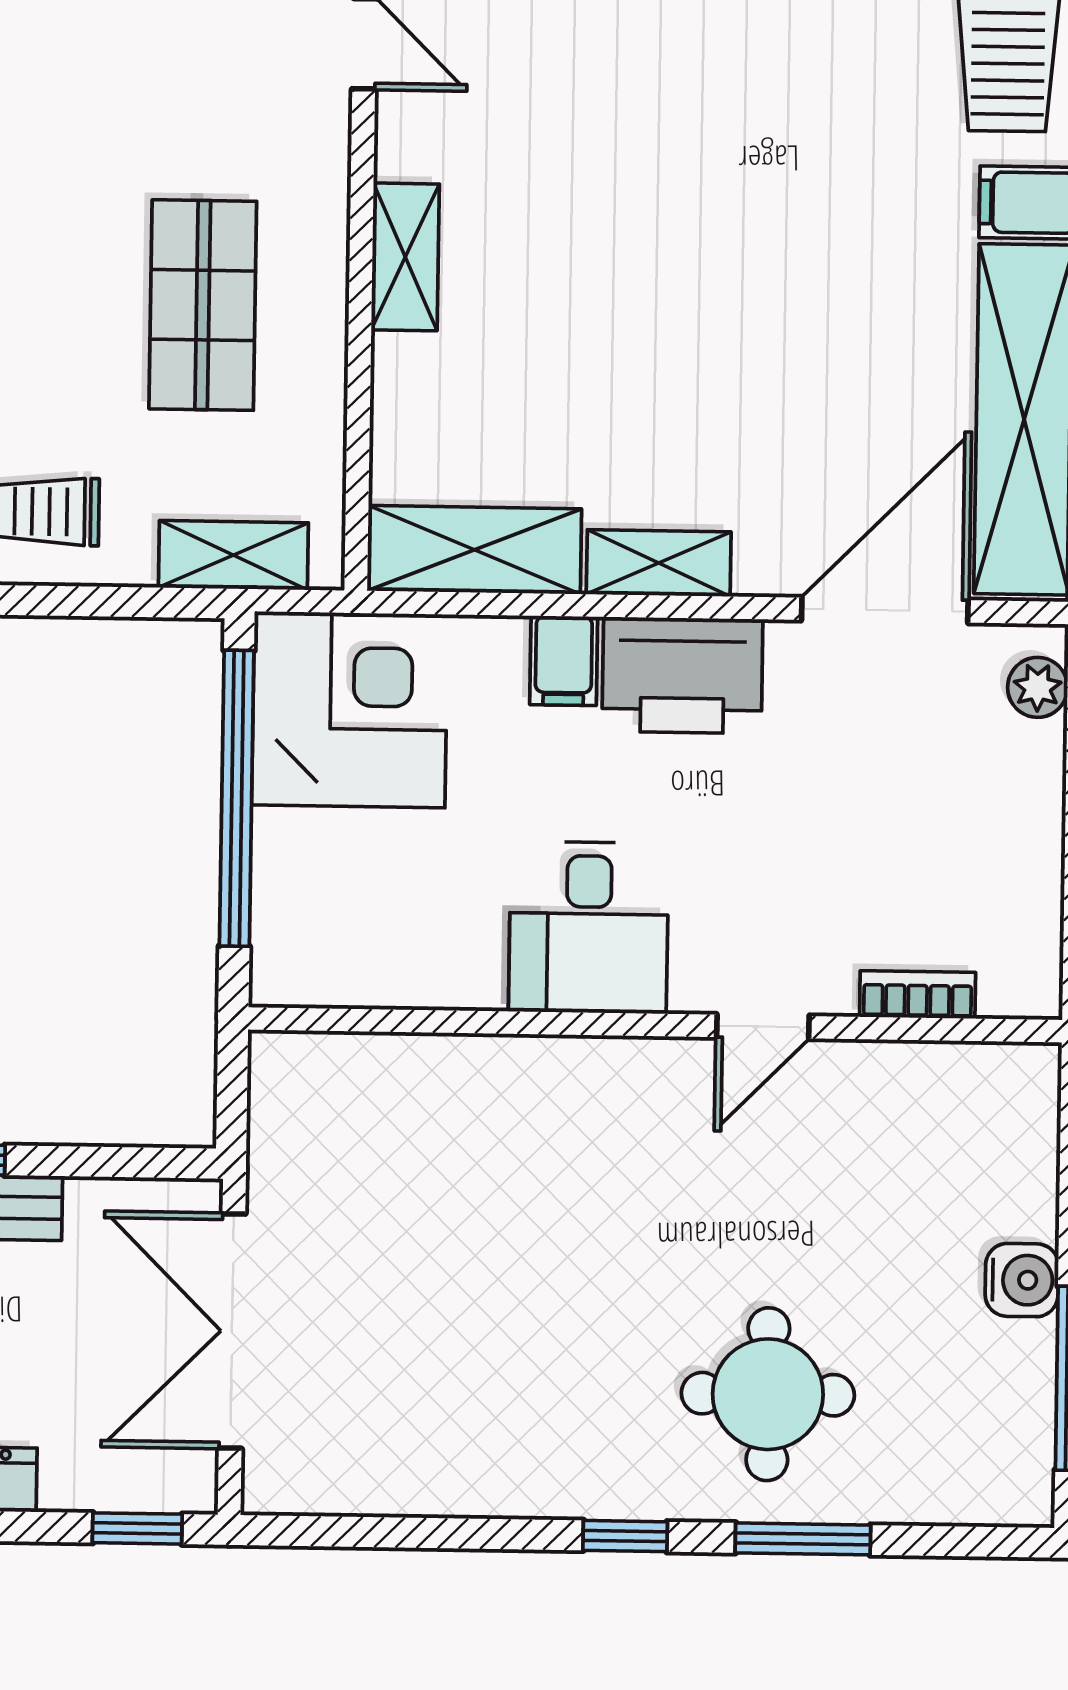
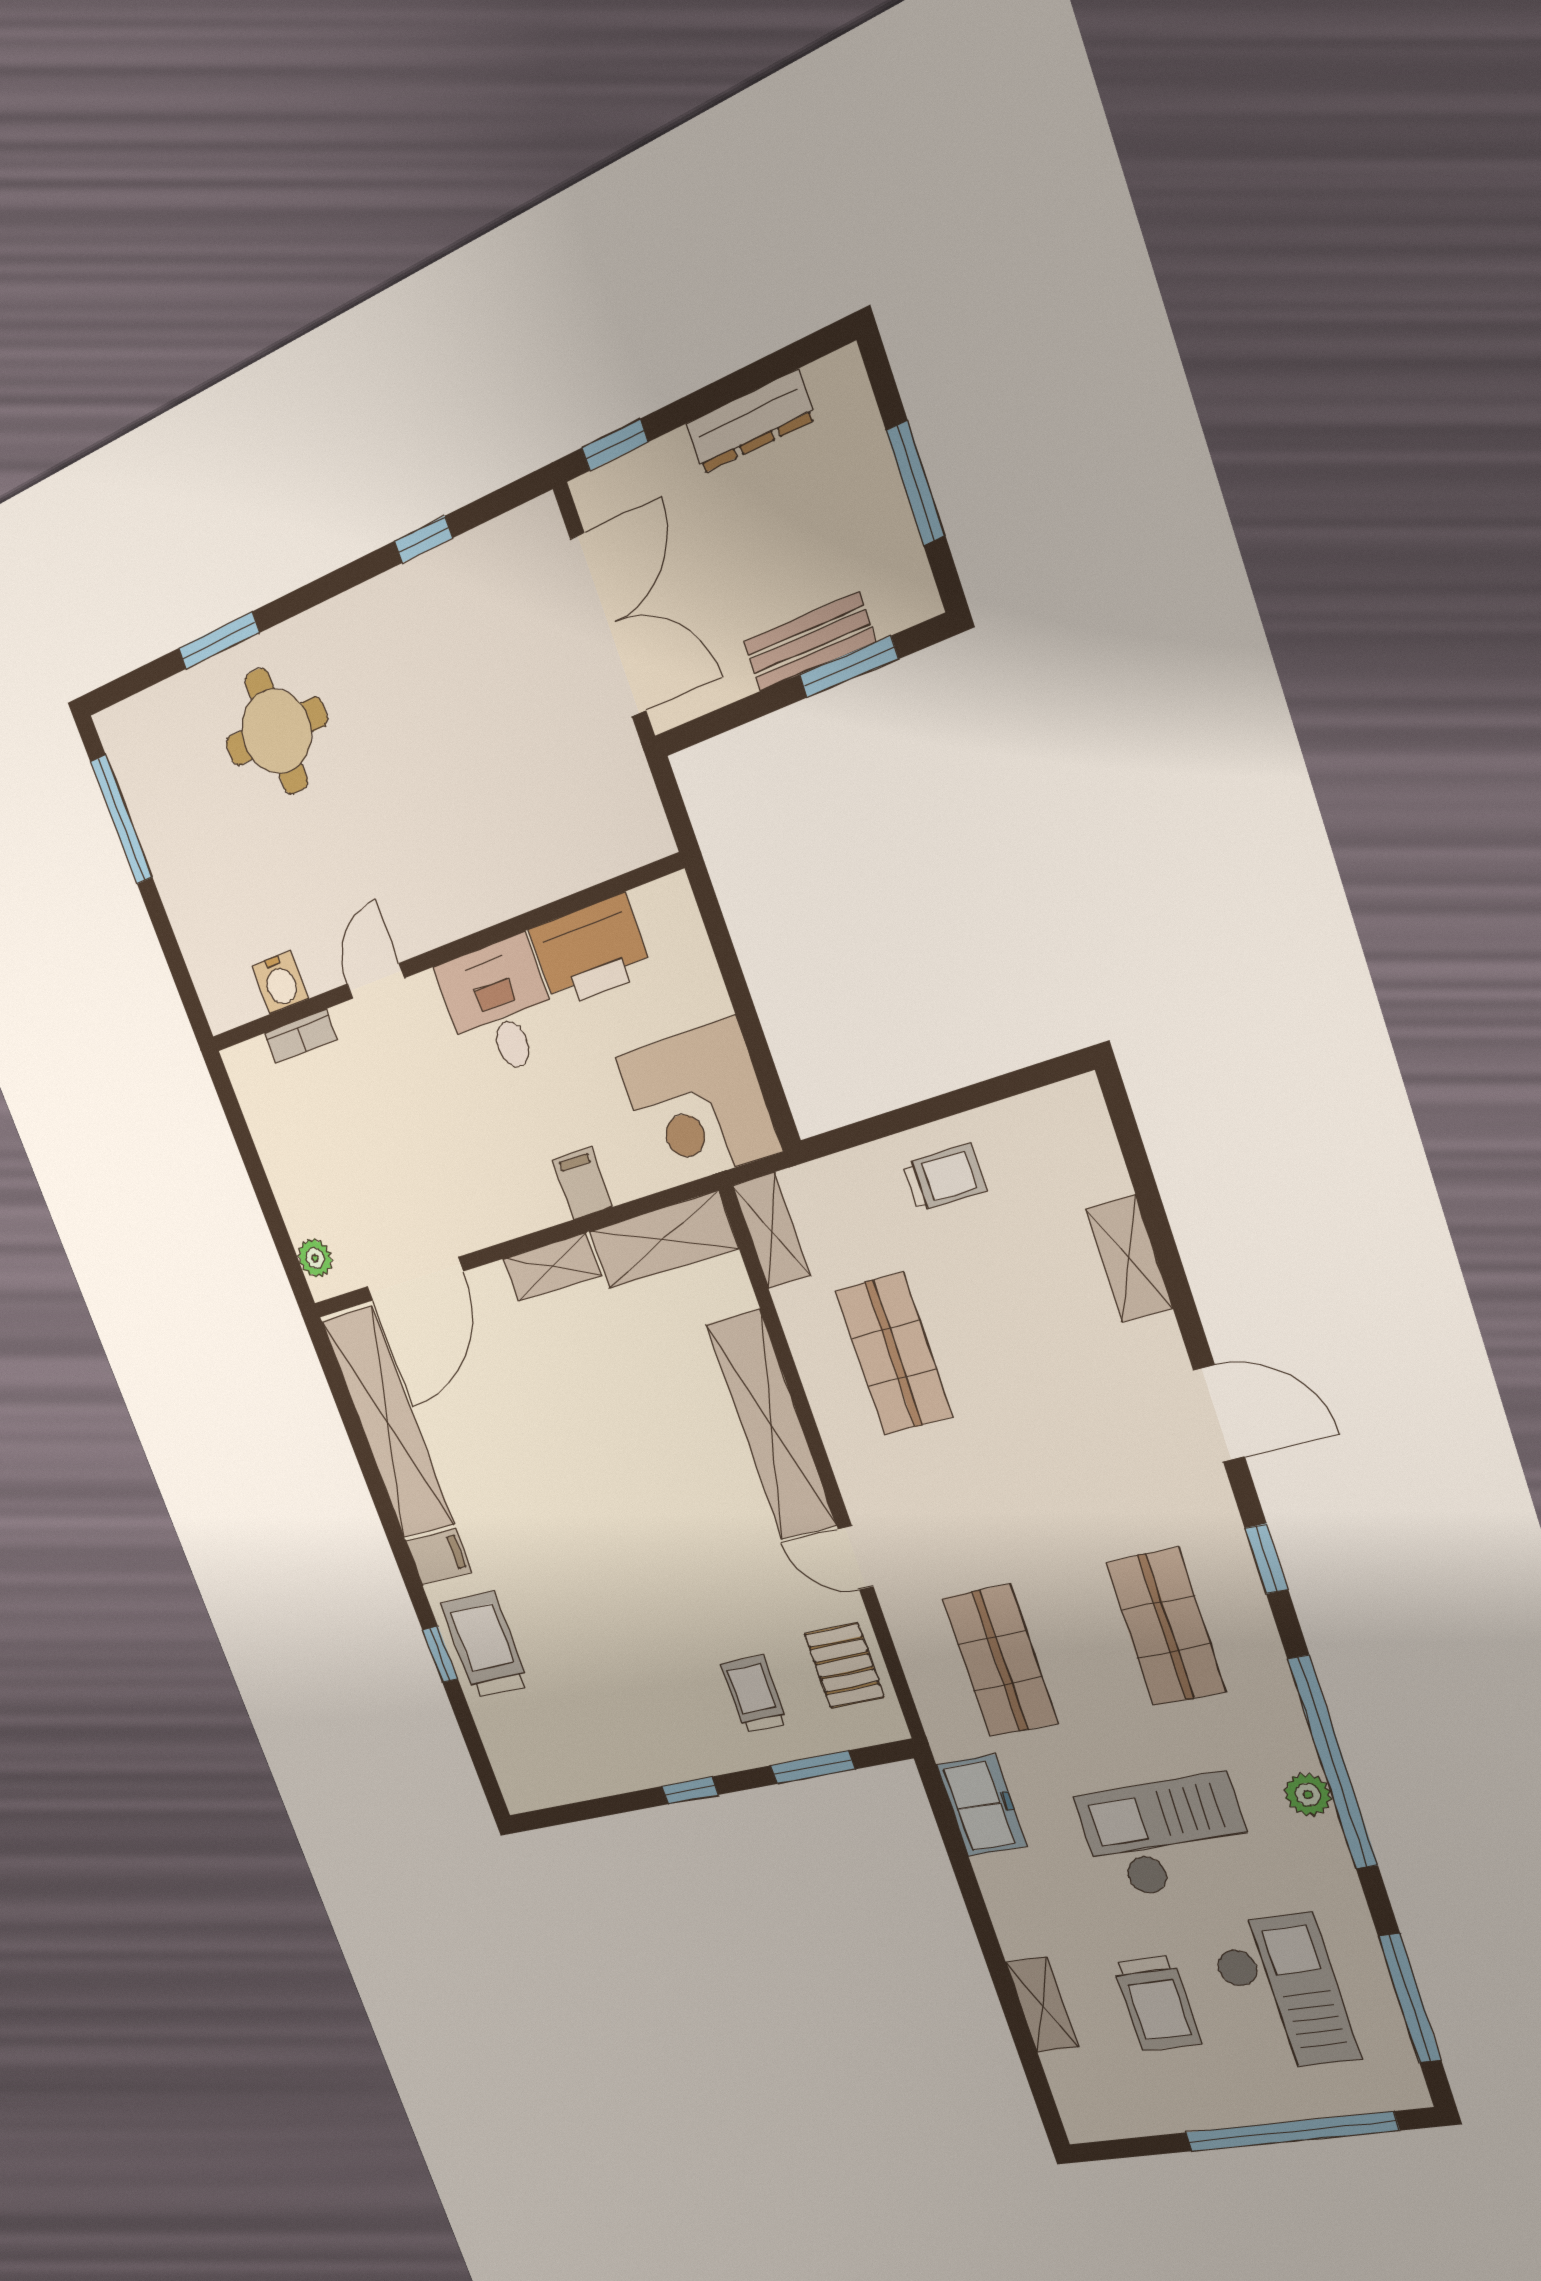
shelving: (405, 257) -> (771, 1425), width x2.20, depth x1.33
shelving: (233, 555) -> (771, 1231), moved, turned 90
printer: (682, 675) -> (590, 951), moved, turned 180
window: (237, 798) -> (747, 1016), removed
water cooler: (1022, 1280) -> (280, 982), moved, turned -90
window: (625, 1536) -> (423, 539), moved

